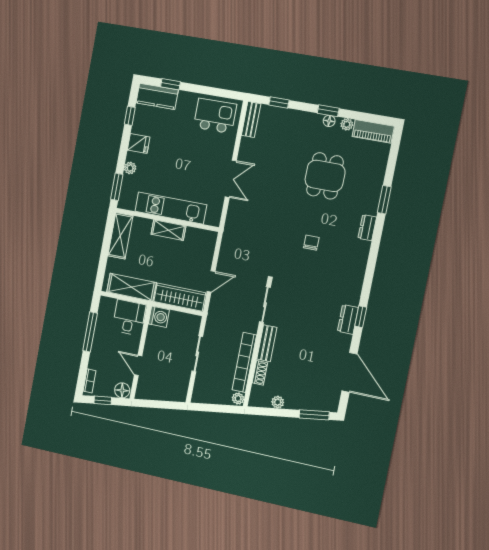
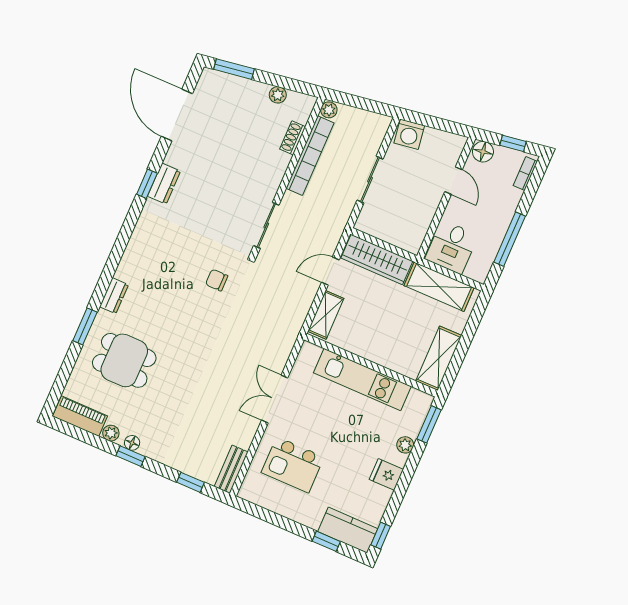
window: (130, 116) -> (381, 536), moved
kitchen island: (215, 116) -> (293, 465), moved
dining table: (325, 176) -> (124, 360), moved, turned 90
shelving: (168, 230) -> (326, 315), moved, turned 90
chair: (311, 243) -> (217, 280), moved, turned 90
washing machine: (159, 317) -> (409, 134), moved, turned -99
bench: (267, 343) -> (275, 175), removed

